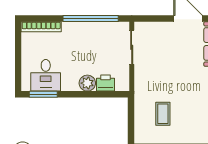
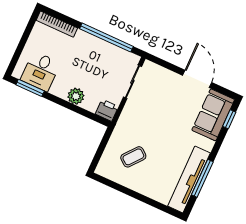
printer: (106, 83) -> (107, 110), moved
coffee table: (163, 114) -> (133, 157), turned 39

